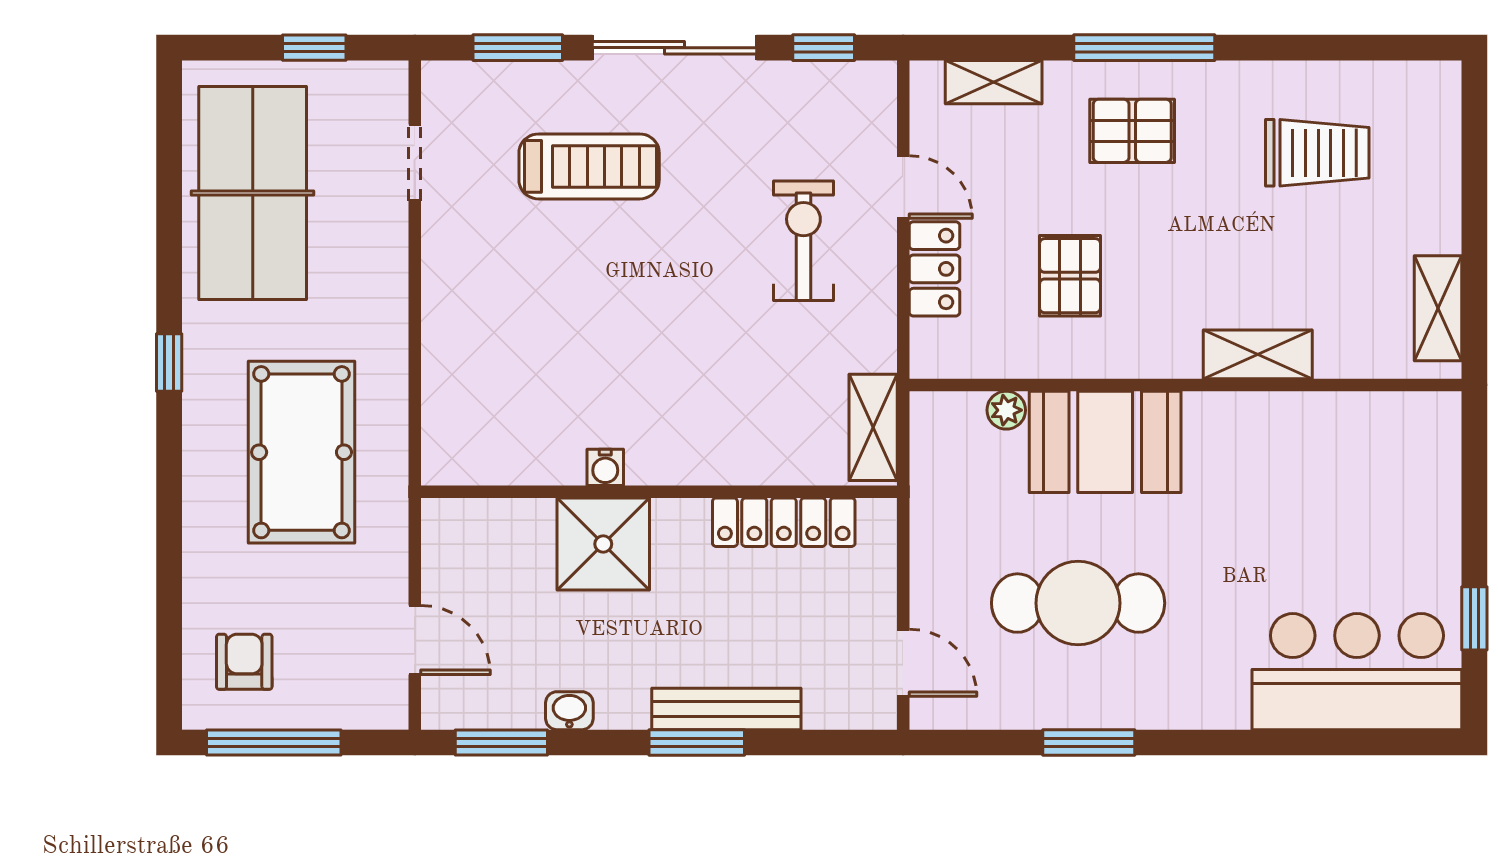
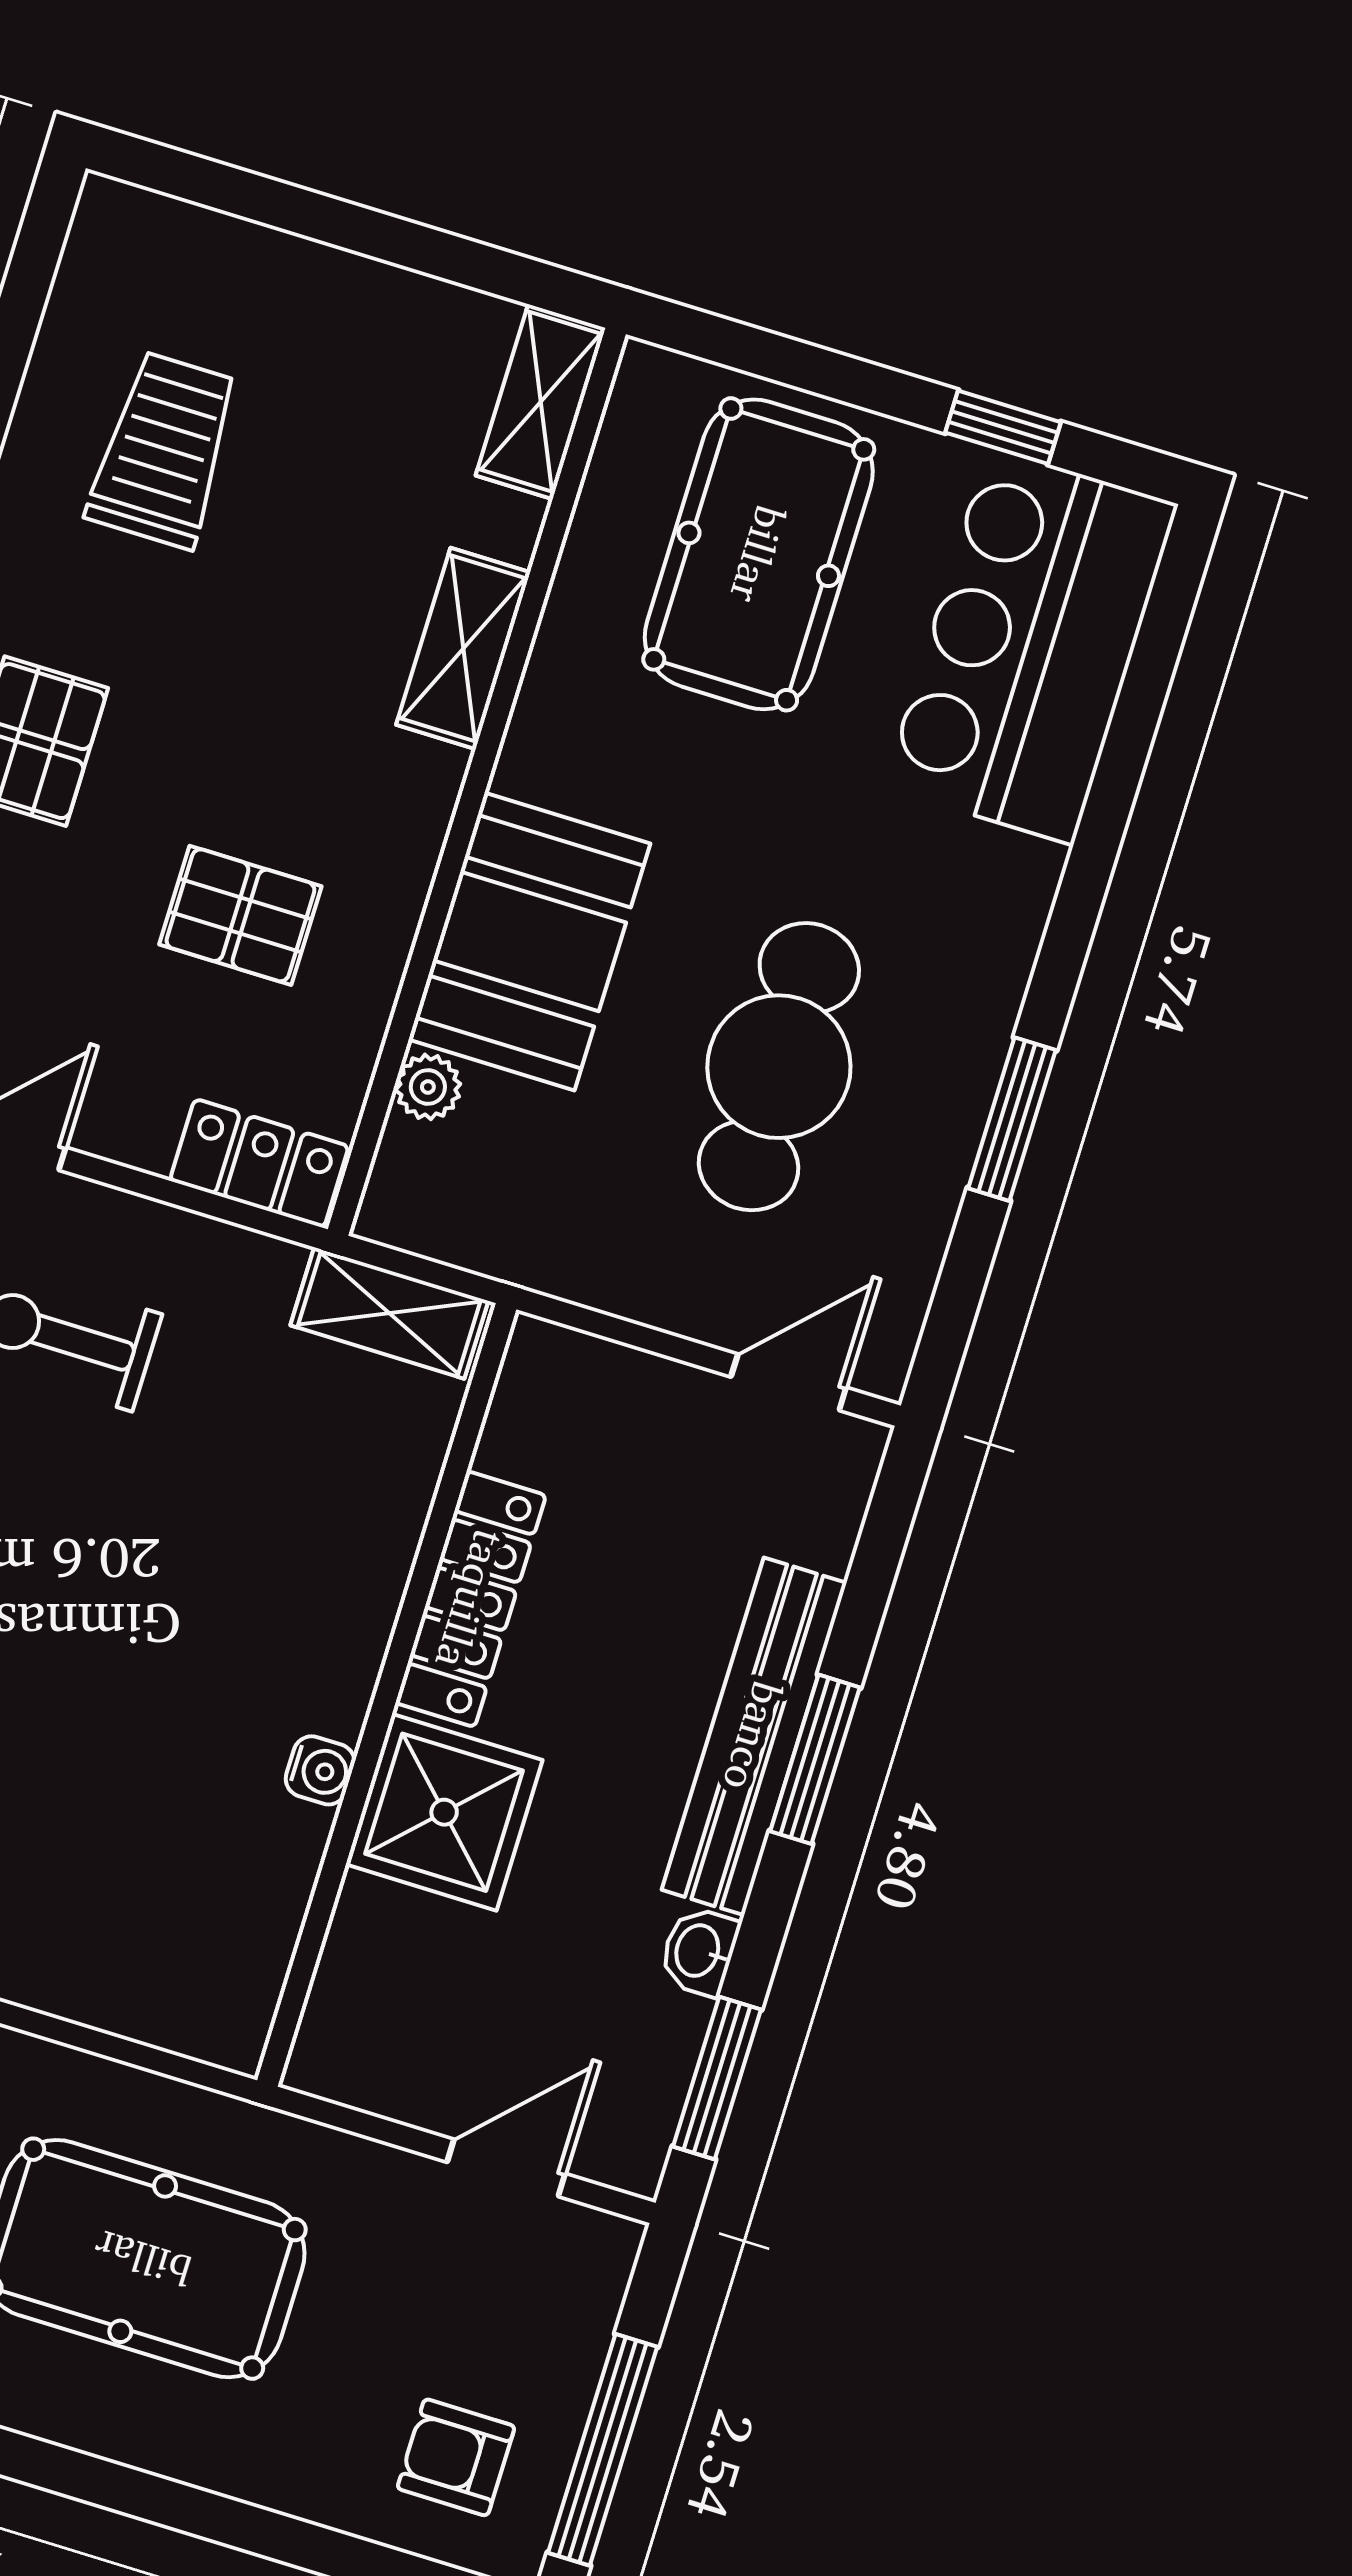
locker: (934, 269) -> (259, 1163), moved
shelving: (1438, 308) -> (541, 402), moved, turned 90
pool table: (1361, 504) -> (759, 554), added
locker: (784, 522) -> (471, 1599), moved
bench: (726, 709) -> (754, 1736), width x1.37, depth x1.21

